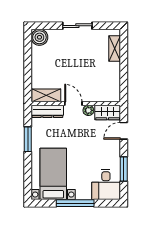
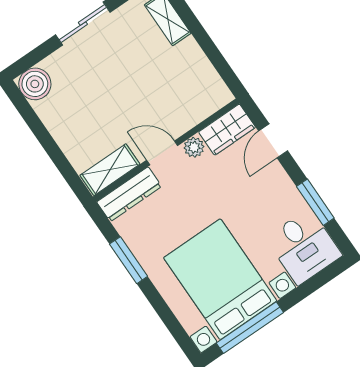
bed with nightstands: (53, 174) -> (220, 279), width x1.36
window: (75, 203) -> (250, 328), moved

